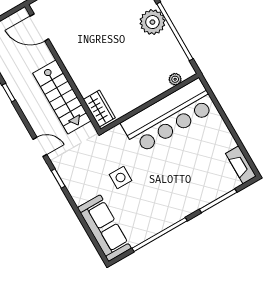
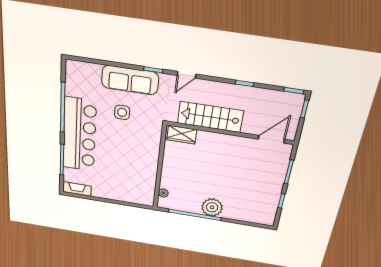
bar counter: (169, 116) -> (79, 135), moved, turned 180
sofa: (104, 228) -> (130, 80), moved

